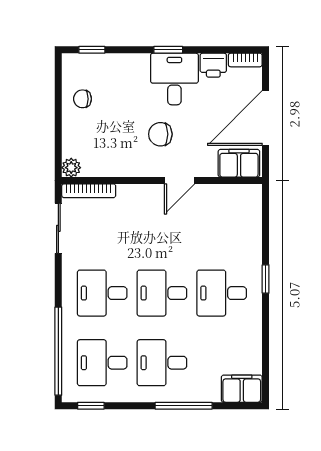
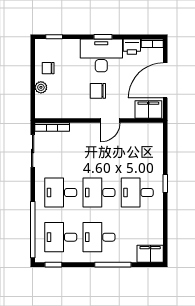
desk: (174, 79) -> (101, 55), width x1.37
plant: (71, 168) -> (41, 87), moved

